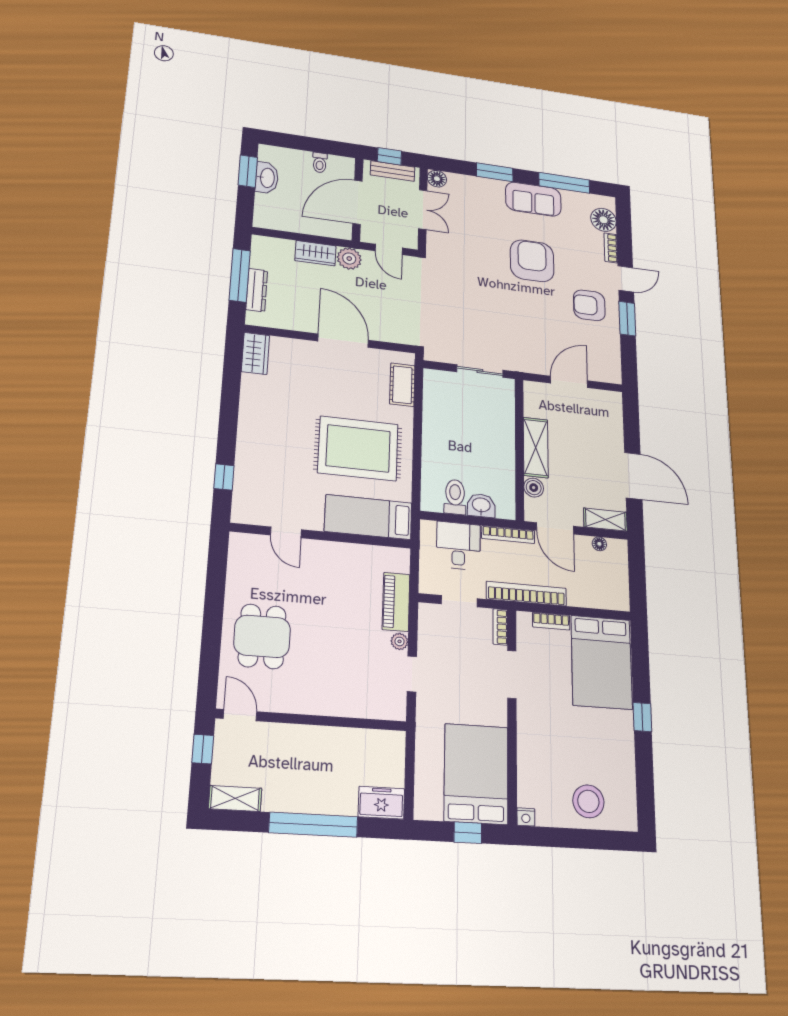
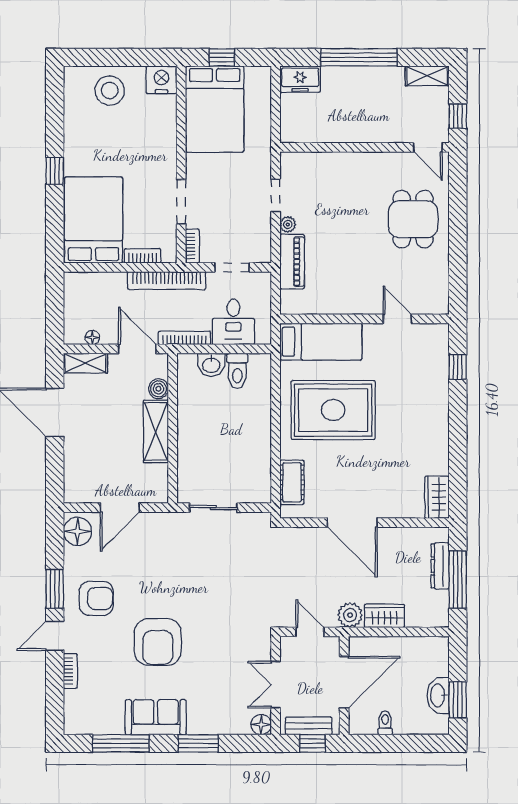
floor lamp: (603, 220) -> (78, 531), moved
nightstand: (526, 817) -> (161, 80), width x1.89, depth x1.79

